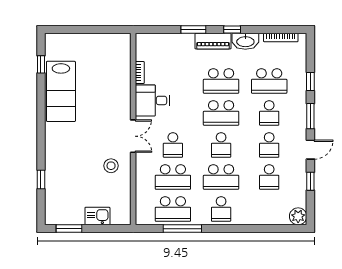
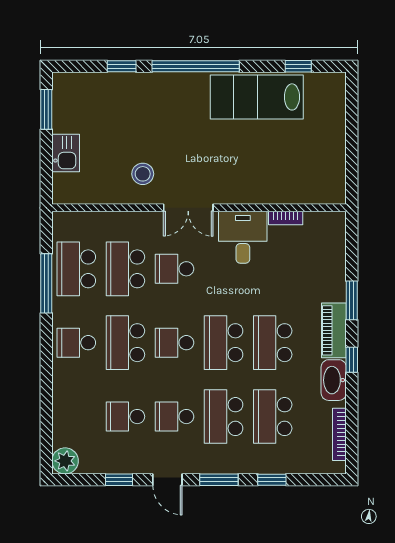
school desk: (269, 113) -> (224, 417), width x1.85
window: (41, 131) -> (196, 66), added

